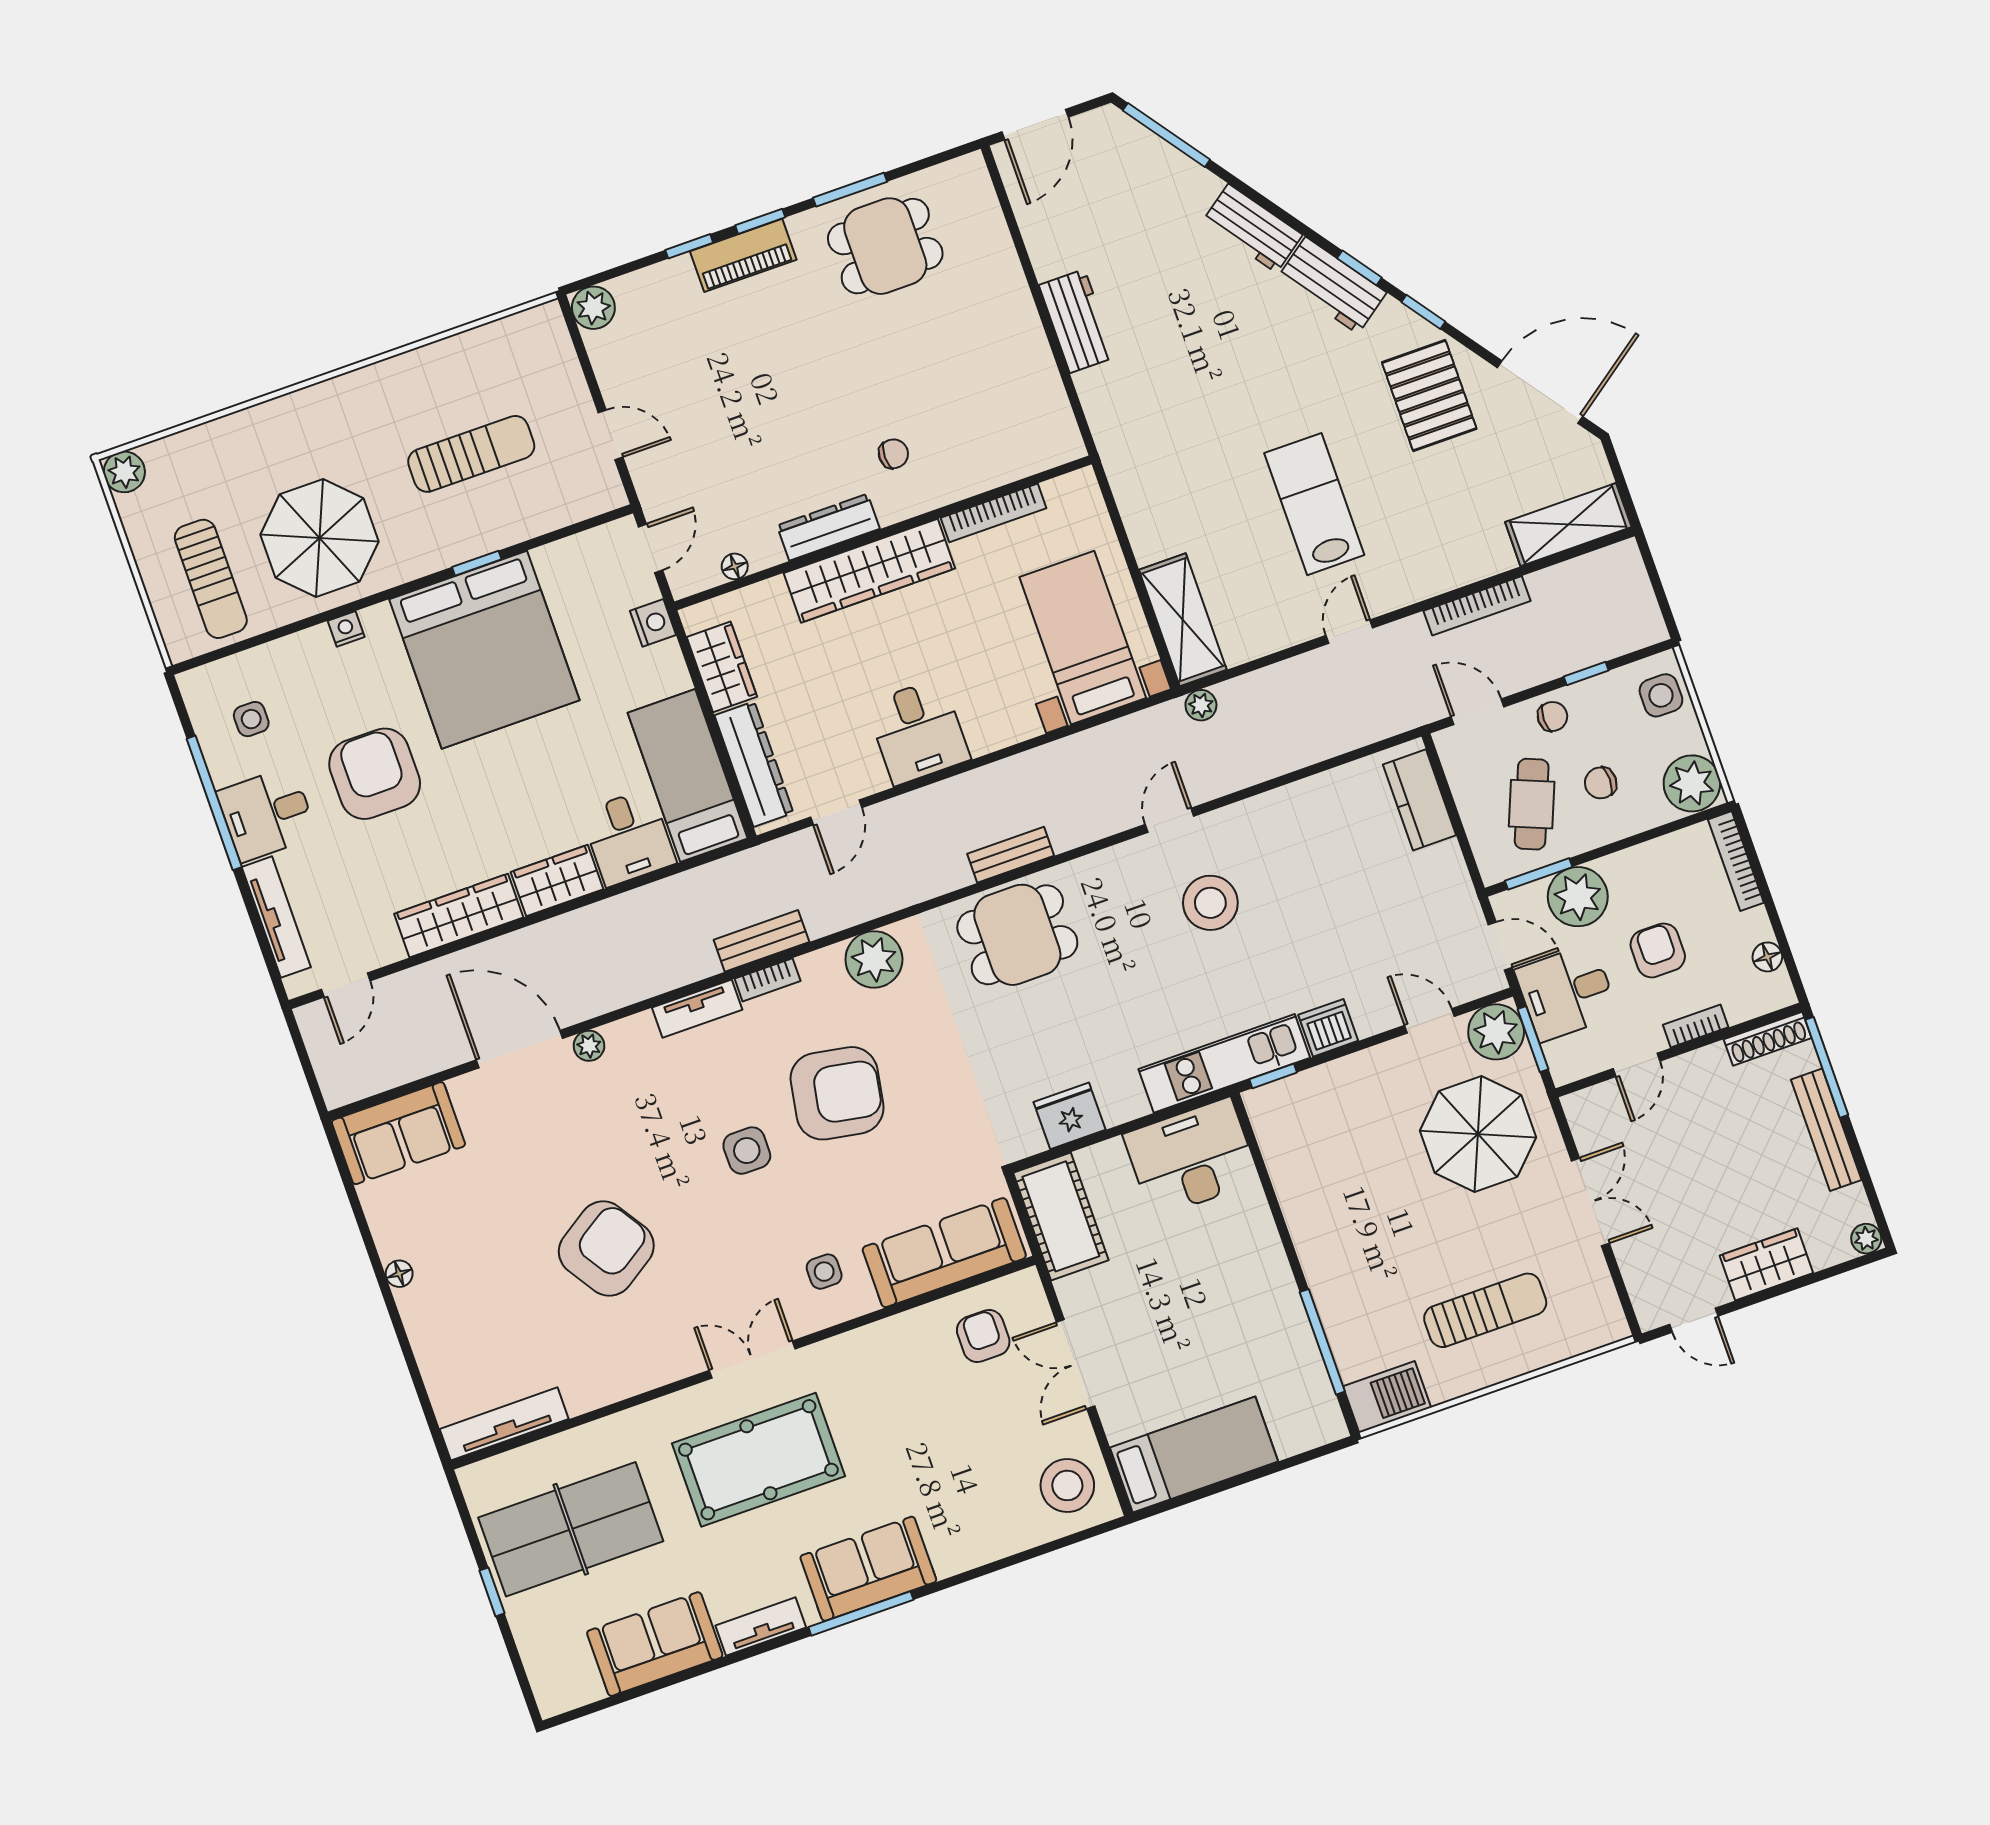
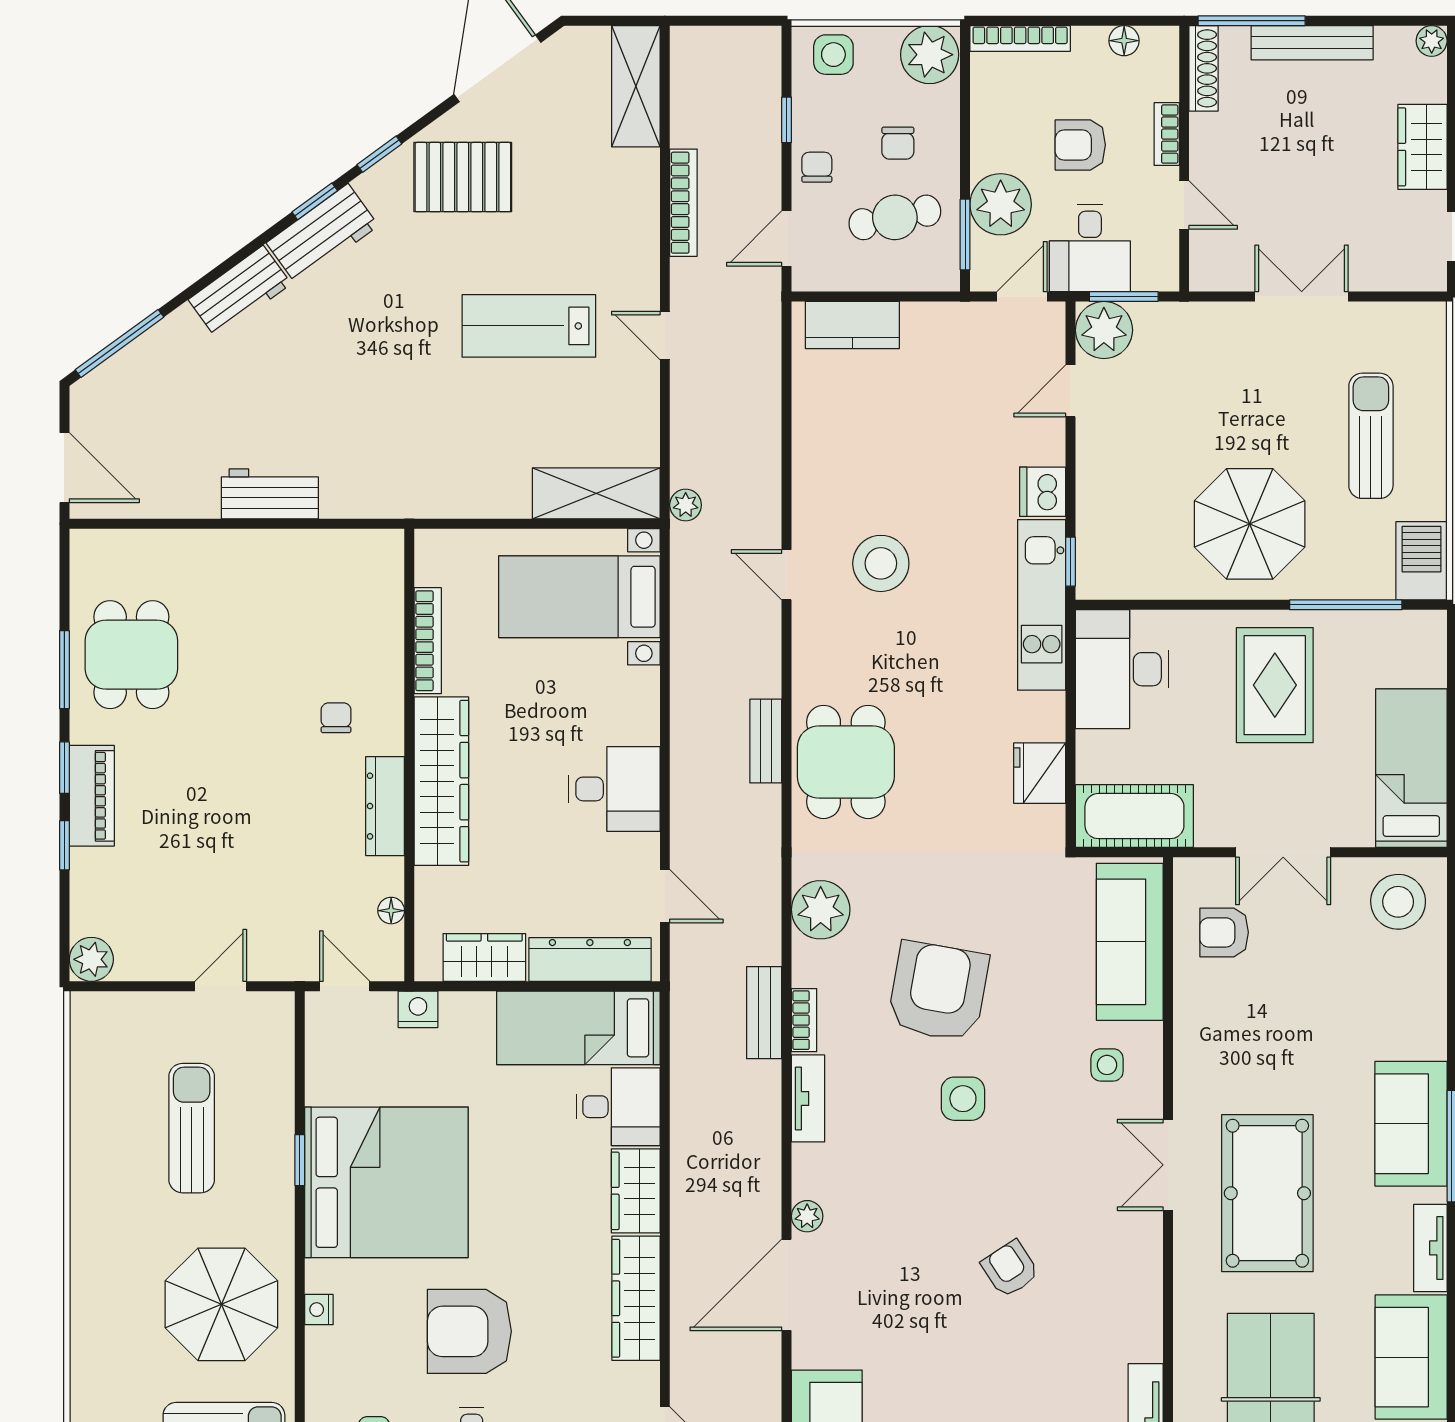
cafe table: (1532, 804) -> (895, 217), turned -34
parasol: (1478, 1134) -> (1250, 524), moved
armchair: (606, 1249) -> (1010, 1269), width x0.53, depth x0.53
rug: (1226, 1303) -> (1275, 685), added

